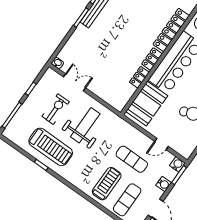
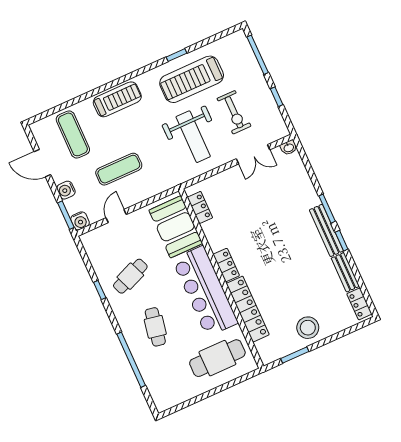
locker: (139, 77) -> (200, 207), moved
treadmill: (107, 184) -> (117, 99), moved, turned -90

